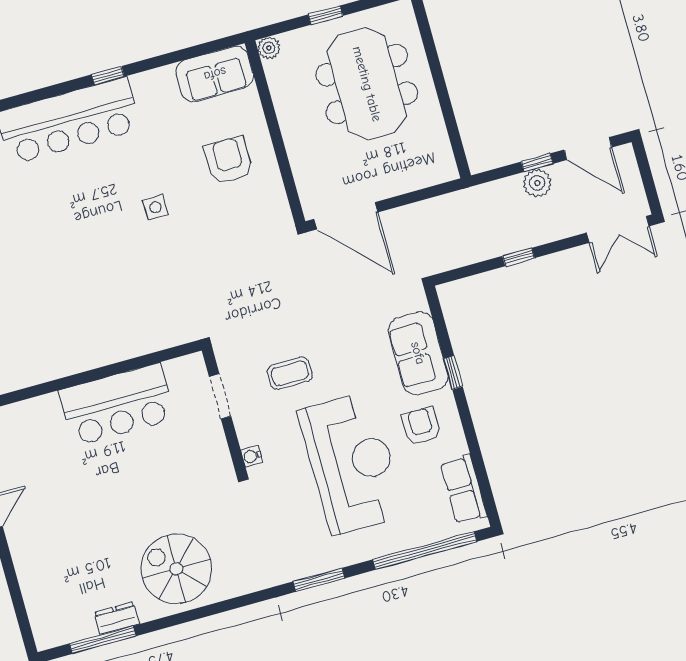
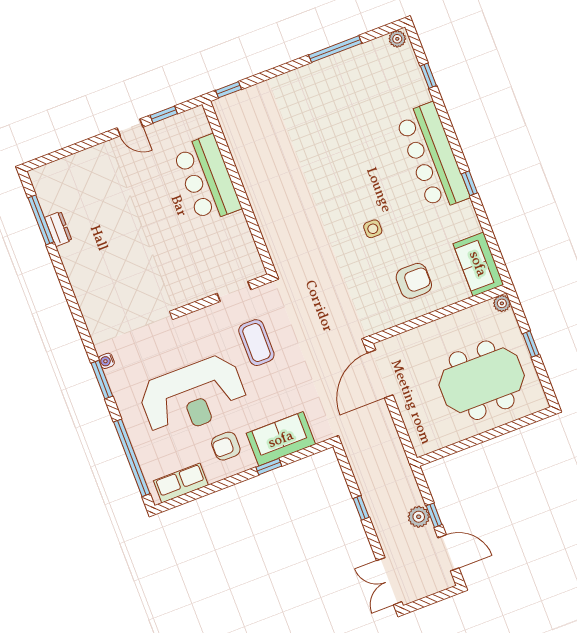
door: (588, 149) -> (448, 553), swing flipped
coffee table: (290, 373) -> (256, 343), width x1.36, depth x1.30
bar counter: (117, 405) -> (207, 179), moved
armchair: (421, 426) -> (226, 446), turned 180
water cooler: (252, 456) -> (106, 361), moved, turned -90
spiral stairs: (176, 569) -> (100, 270), removed

